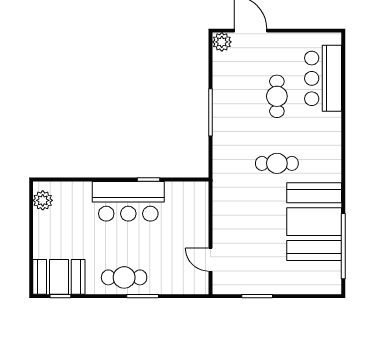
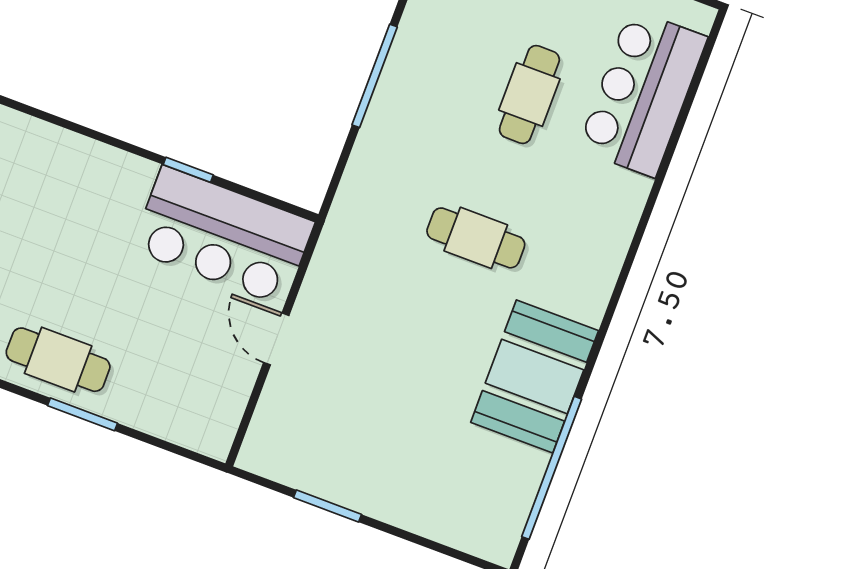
bar counter: (128, 201) -> (223, 236), moved
booth: (314, 222) -> (535, 376), width x0.73, depth x0.70
door: (211, 260) -> (276, 339), moved

